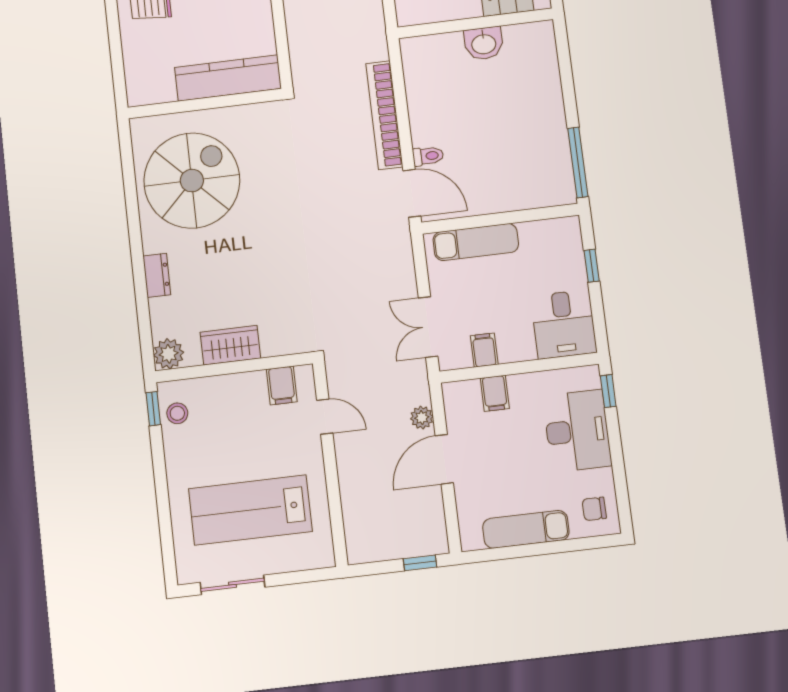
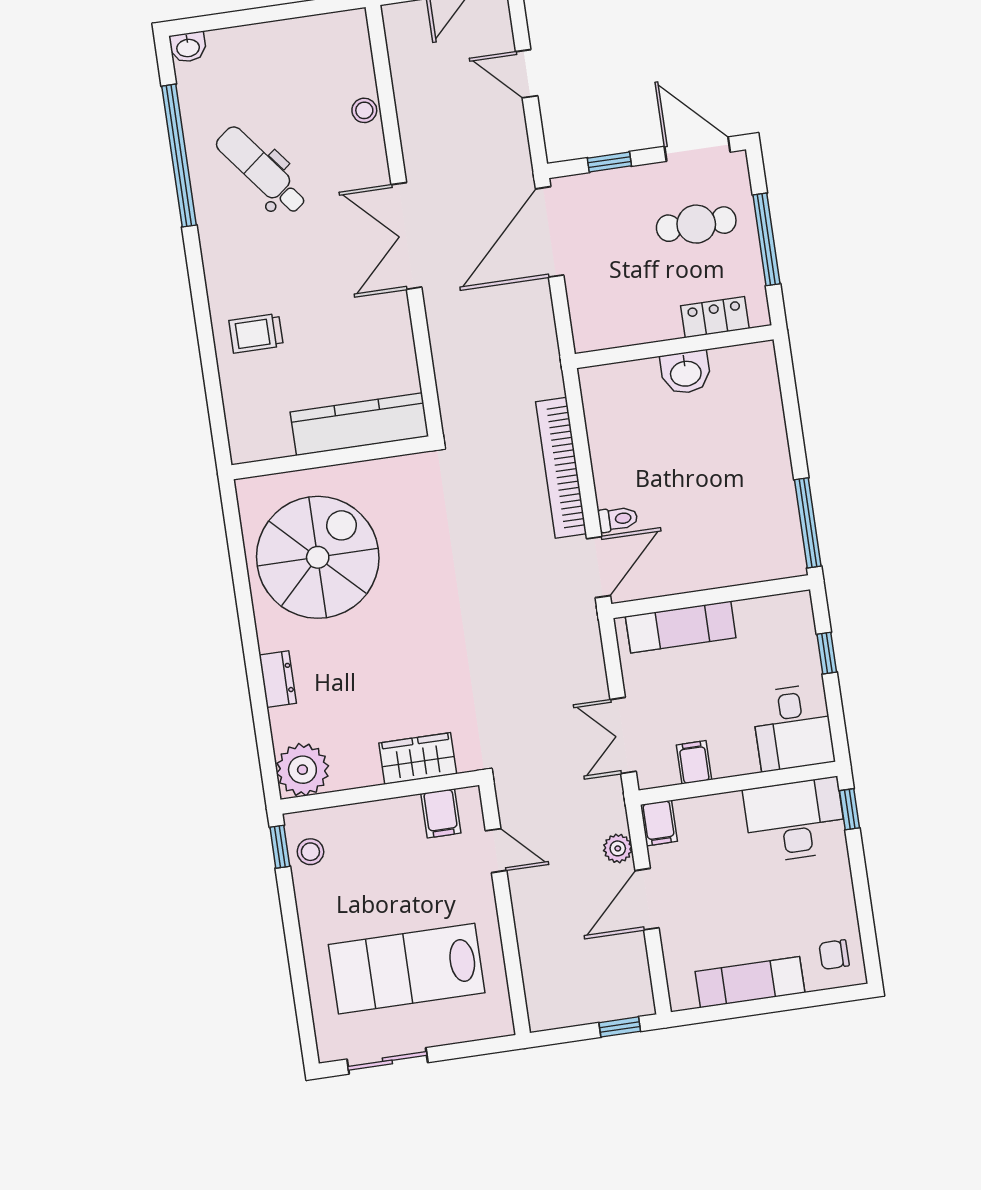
door: (412, 193) -> (599, 567), hinge flipped
wardrobe: (230, 345) -> (418, 758), moved
plant: (169, 354) -> (302, 770), width x1.36, depth x1.36
filing cabinet: (495, 393) -> (659, 823), moved
desk: (577, 431) -> (795, 820), moved, turned -90

